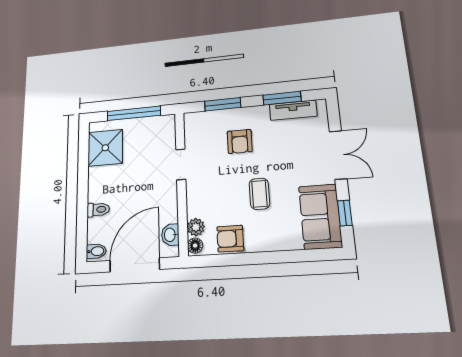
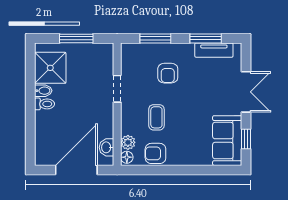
window: (134, 113) -> (76, 38), width x0.69
coffee table: (259, 194) -> (156, 117), moved
toilet: (98, 210) -> (45, 104), moved
bidet: (96, 251) -> (43, 91), moved

